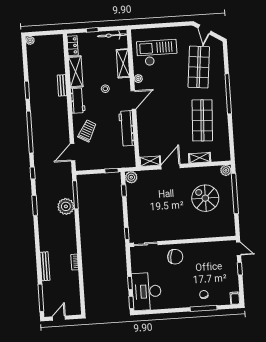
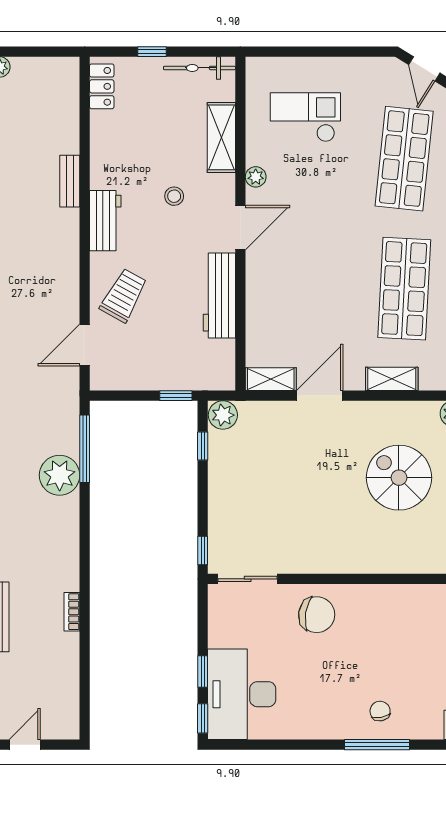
checkout: (157, 53) -> (305, 117), width x0.73, depth x0.83
shelving: (76, 72) -> (105, 150), removed

